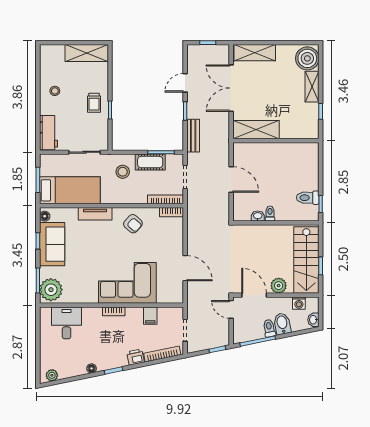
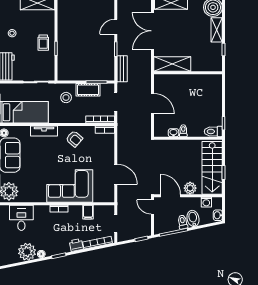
toilet: (308, 198) -> (213, 131), moved
plant: (52, 375) -> (27, 252), moved, width x1.88, depth x1.88

